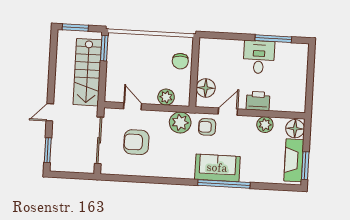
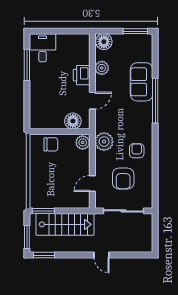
desk: (259, 57) -> (43, 48), moved, turned 90
plant: (166, 97) -> (83, 142), moved
door: (228, 112) -> (92, 101), swing flipped
armchair: (207, 127) -> (137, 151), moved, turned 180
window: (48, 150) -> (44, 255), moved
fireplace: (294, 160) -> (131, 41), removed
sofa: (217, 168) -> (142, 82), moved

